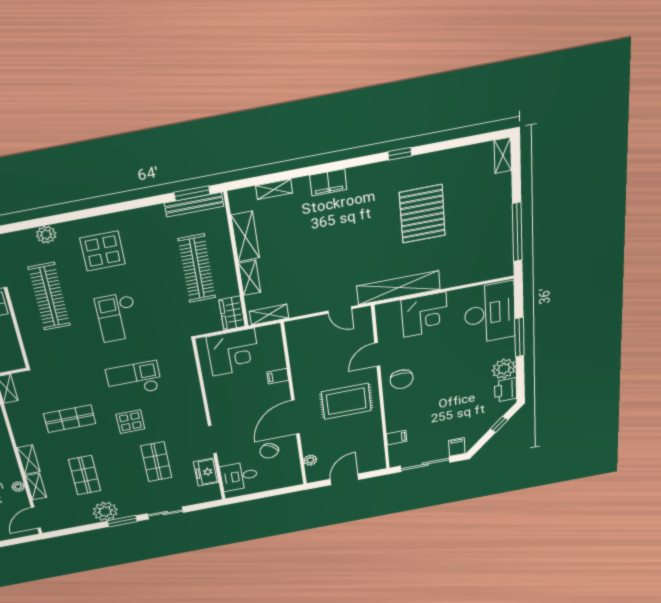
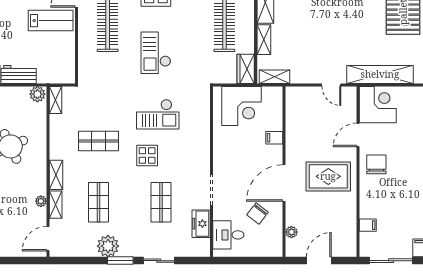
corner desk: (425, 315) -> (378, 105), moved, turned -90
checkout: (134, 379) -> (158, 114), turned 180
chair: (402, 379) -> (376, 164), turned 180

